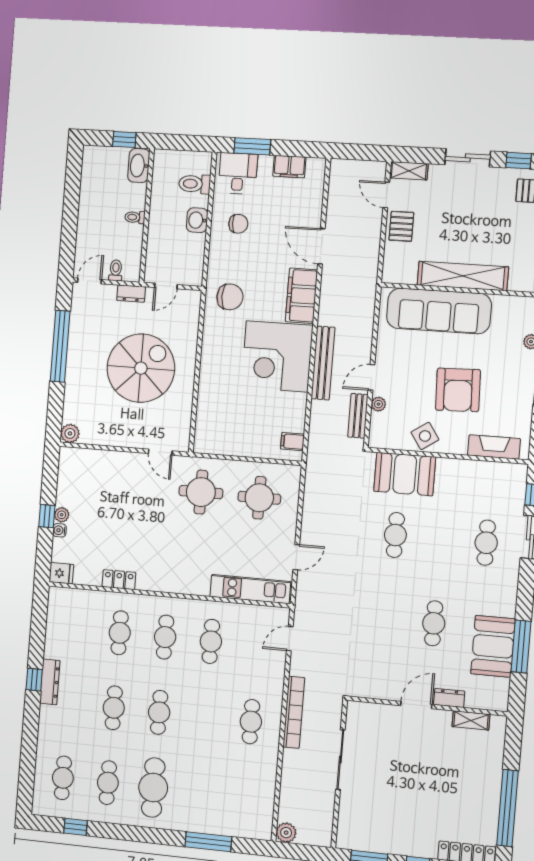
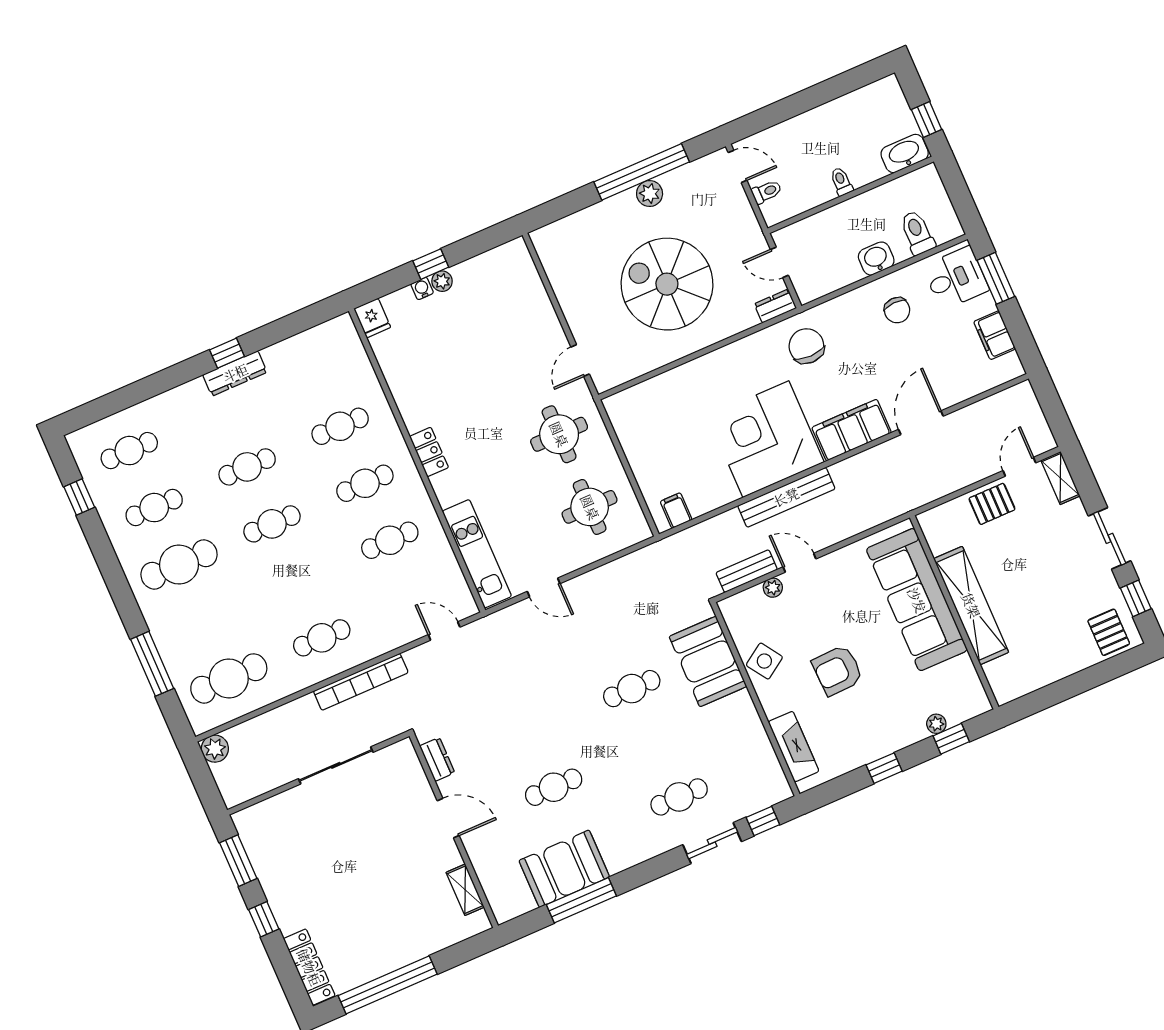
dresser: (131, 294) -> (775, 306), moved, turned 90
chair: (230, 297) -> (806, 346), turned 180
spiral stairs: (141, 368) -> (667, 284), turned 180
armchair: (458, 390) -> (837, 670), width x0.73, depth x0.73
plant: (70, 433) -> (650, 194), moved
locker: (119, 580) -> (429, 452), moved
dresser: (449, 698) -> (437, 759), moved
cafe table: (245, 797) -> (229, 678), added

